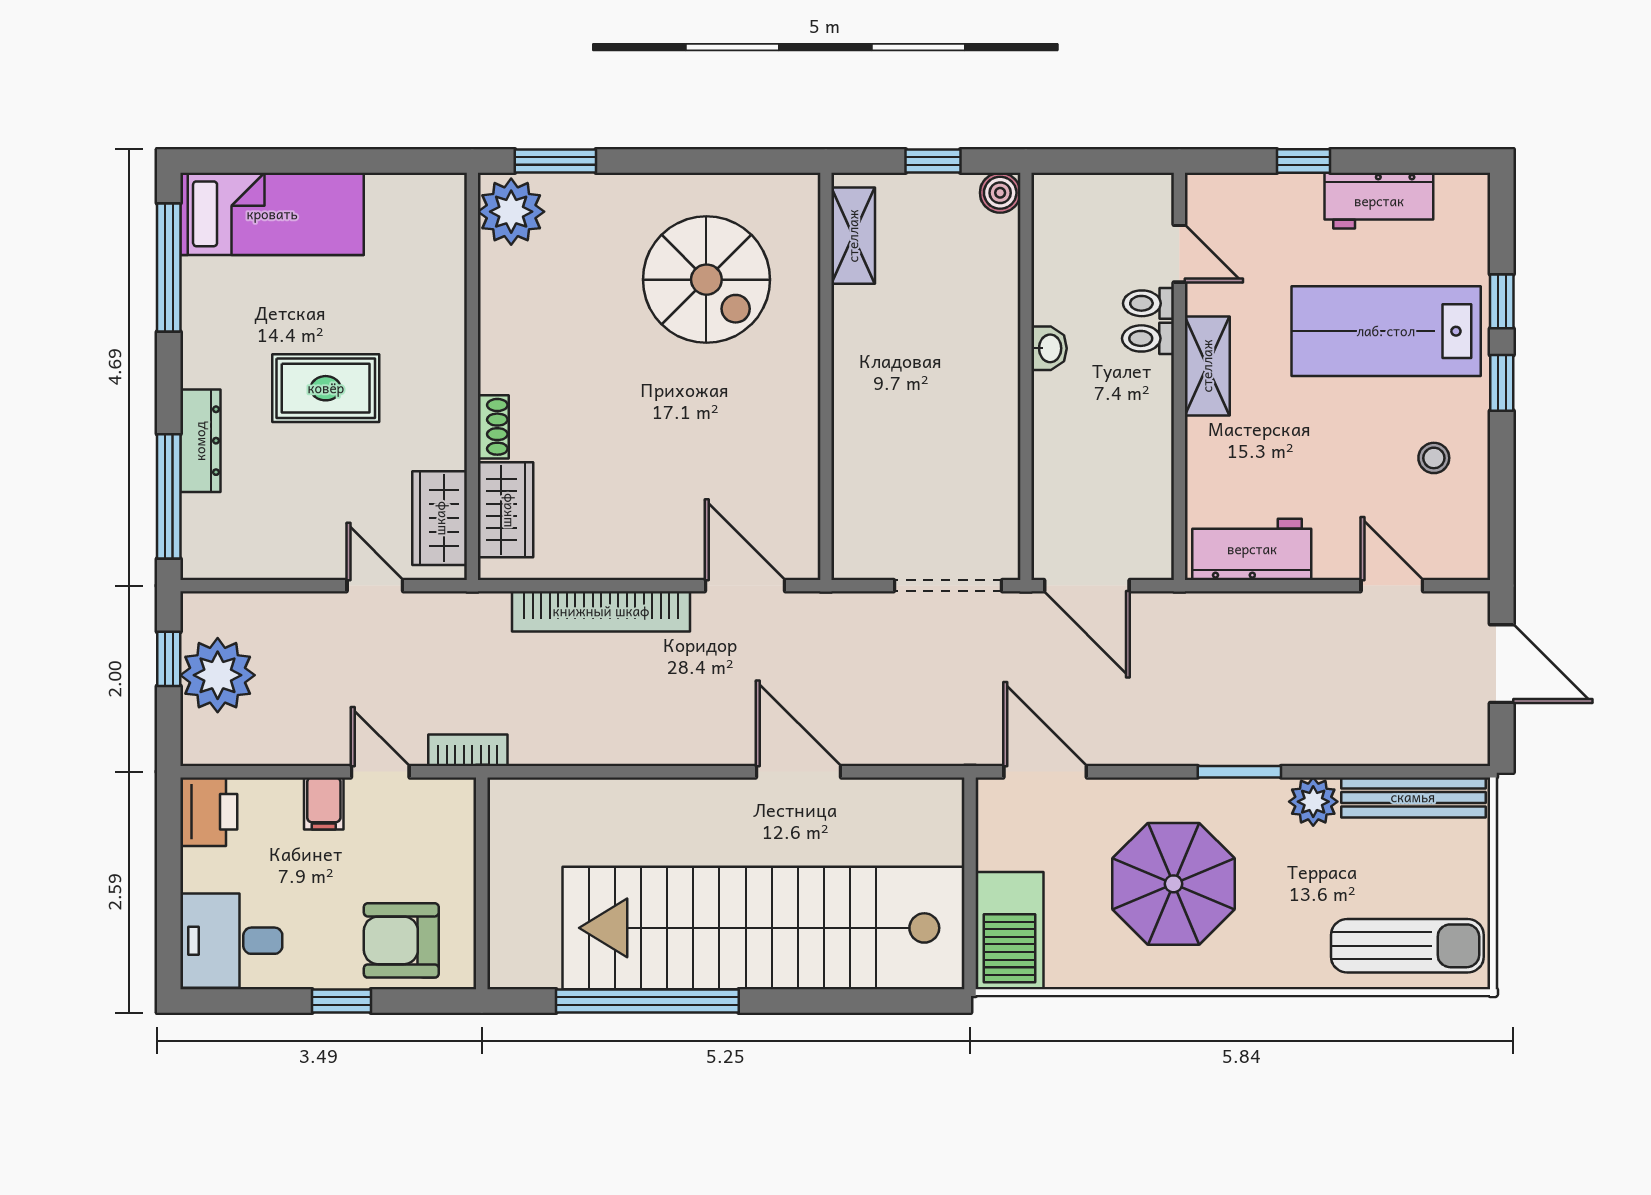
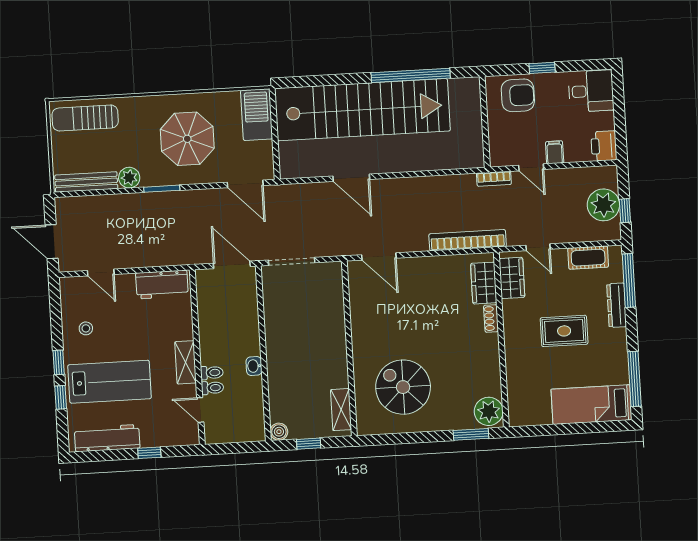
workbench: (1379, 201) -> (107, 438), width x1.38
cot: (260, 555) -> (588, 258), added
bookcase: (601, 611) -> (468, 240), moved

